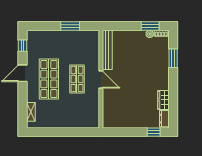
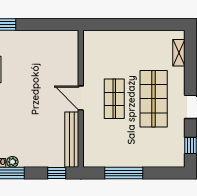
window: (70, 26) -> (124, 173), width x1.44
window: (118, 26) -> (57, 173), added

